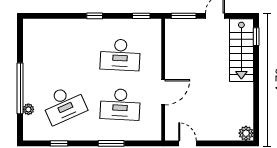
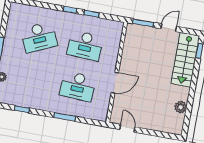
window: (141, 16) -> (91, 14), moved
desk: (64, 104) -> (39, 37), moved
plant: (246, 133) -> (181, 107), moved

